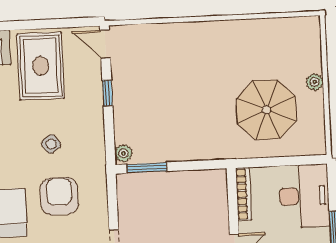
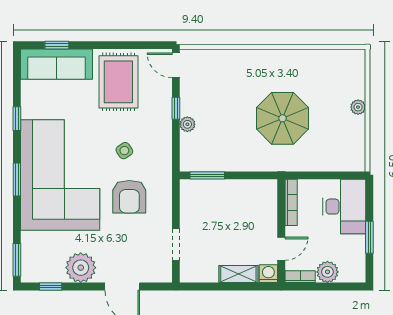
parasol: (266, 110) -> (282, 118), moved
plant: (123, 153) -> (187, 124), moved
armchair: (59, 196) -> (129, 197), turned 180

